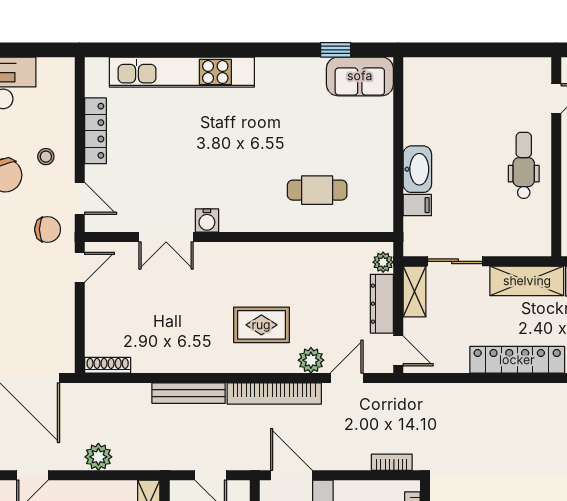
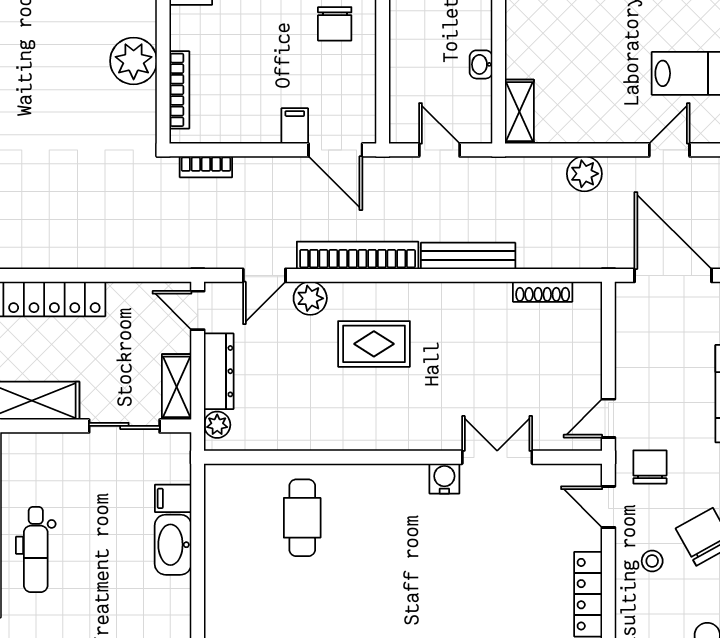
cafe table: (317, 190) -> (302, 518), turned 90
chair: (48, 229) -> (650, 467), turned 90
shoe rack: (108, 365) -> (543, 292), moved

